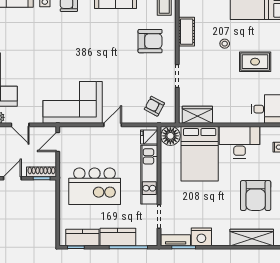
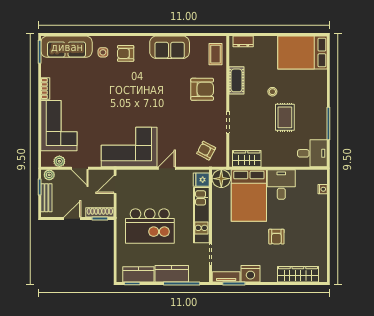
rug: (255, 62) -> (285, 117), moved, turned 90
desk: (240, 142) -> (281, 185), width x0.73
armchair: (256, 196) -> (276, 237), moved, width x0.53, depth x0.53

